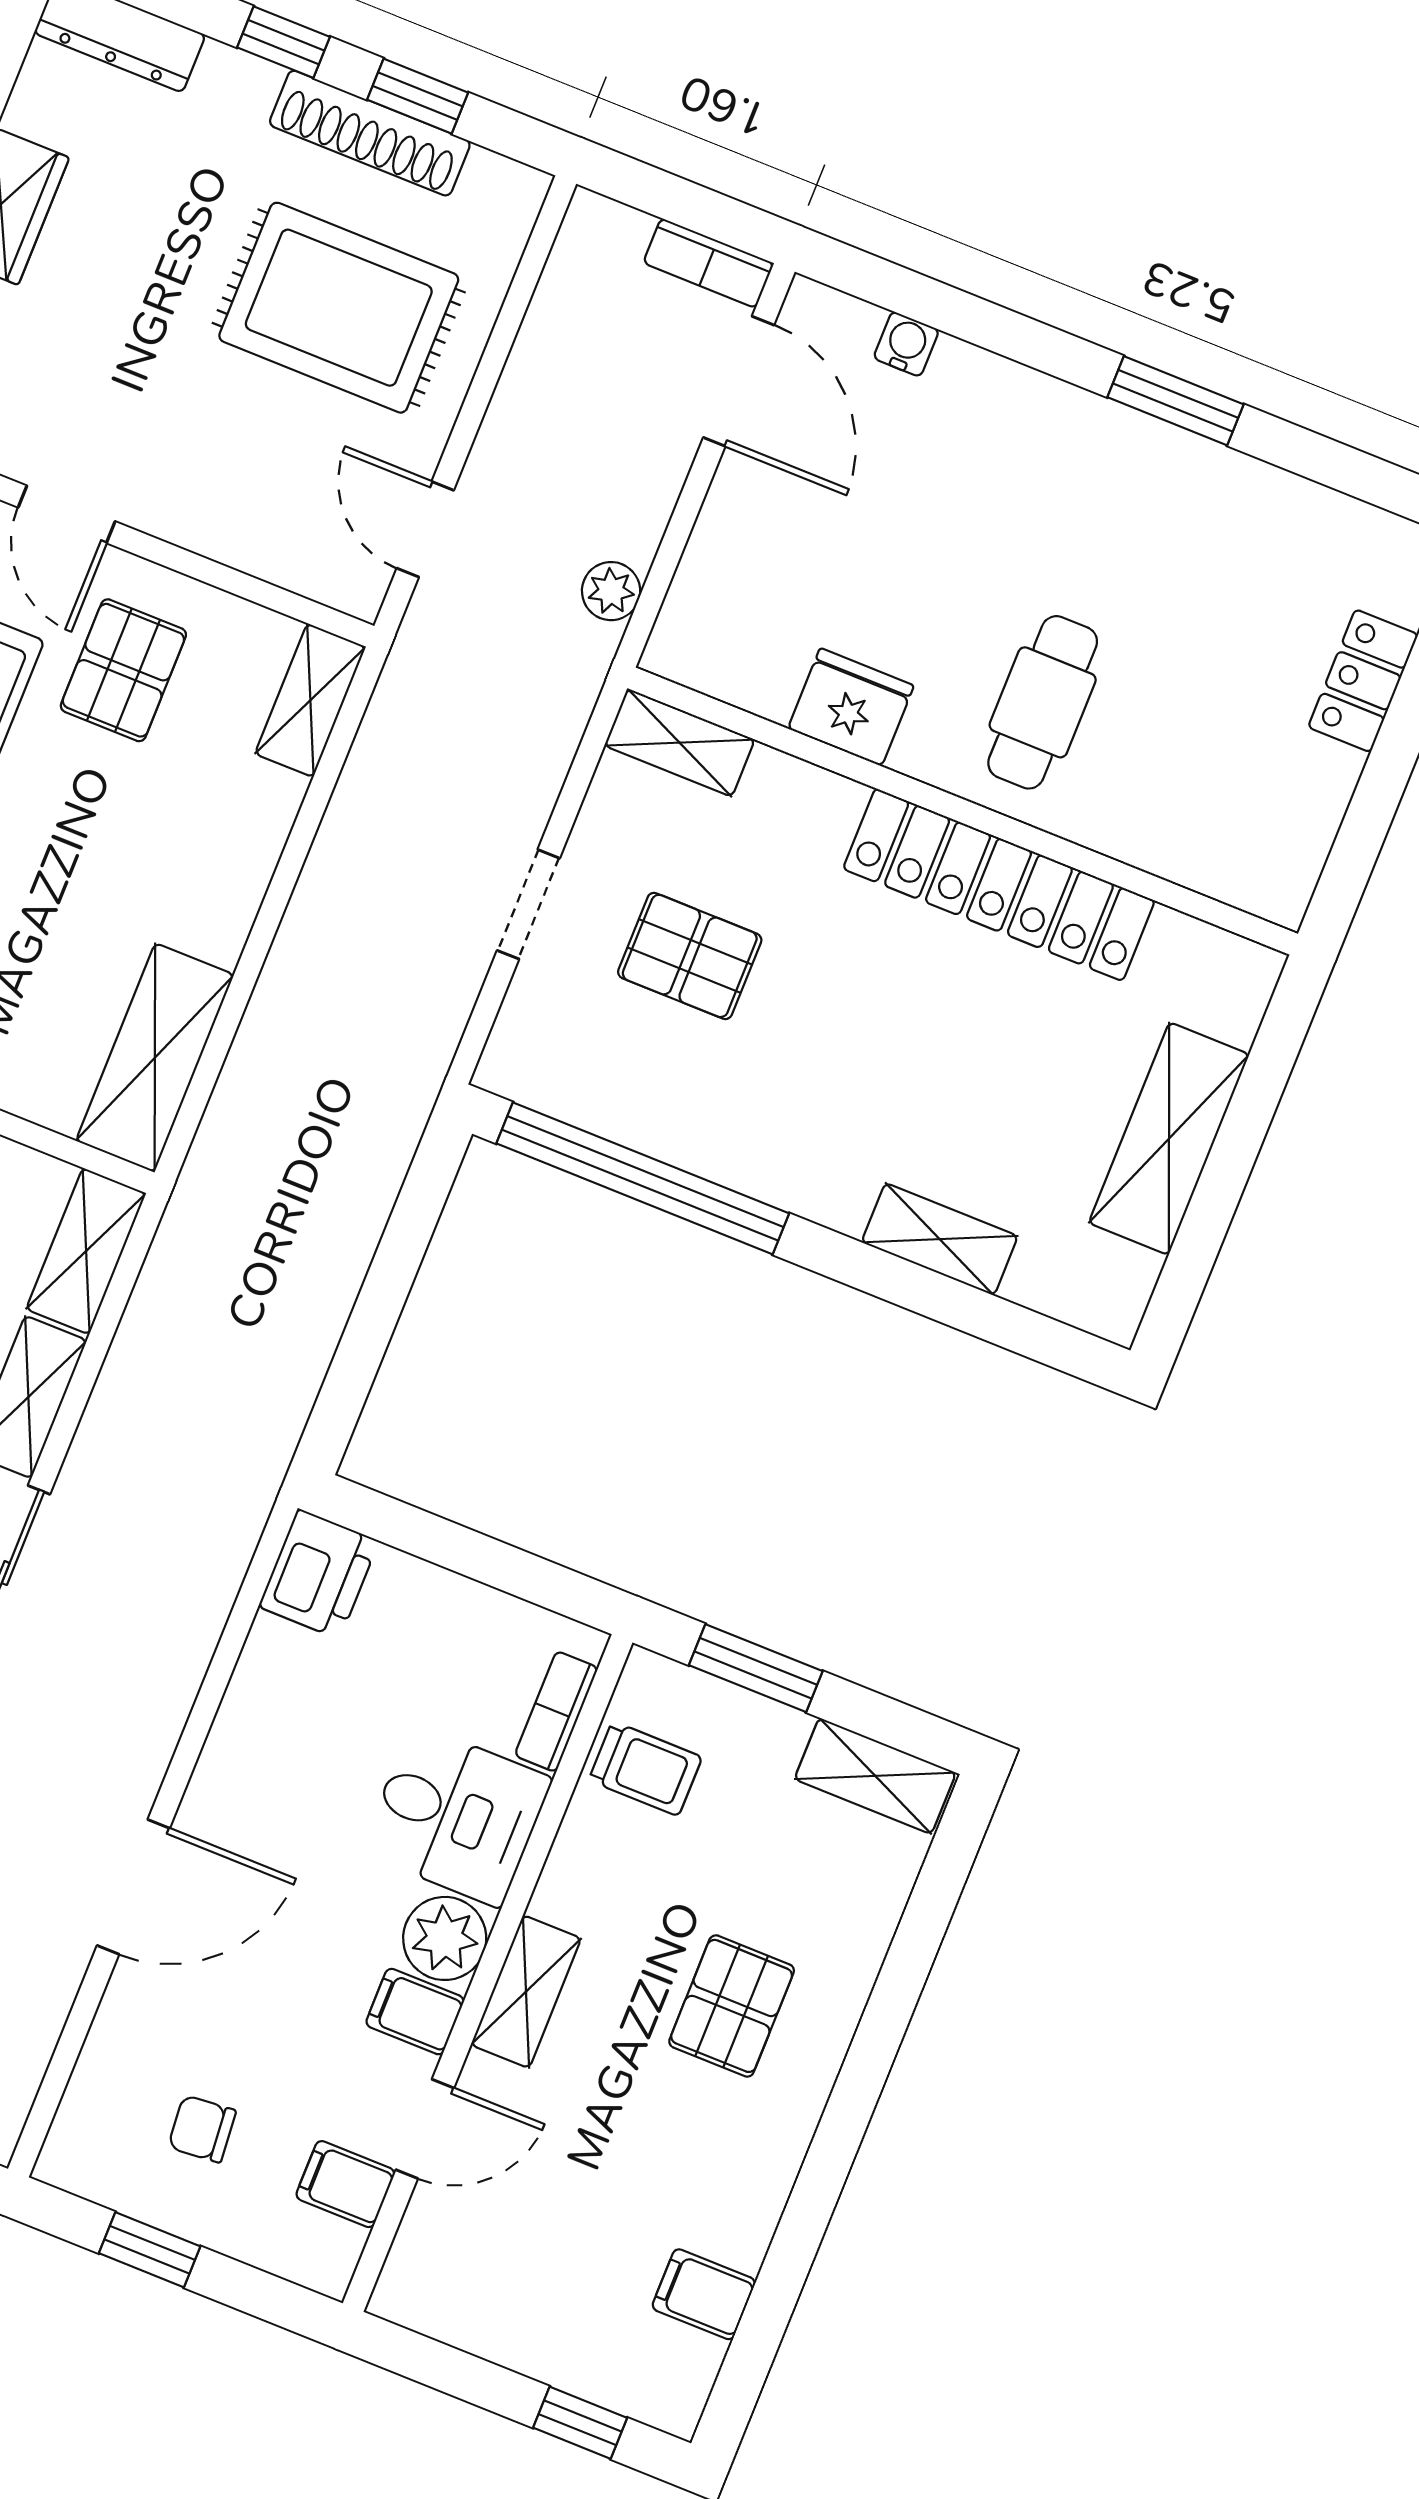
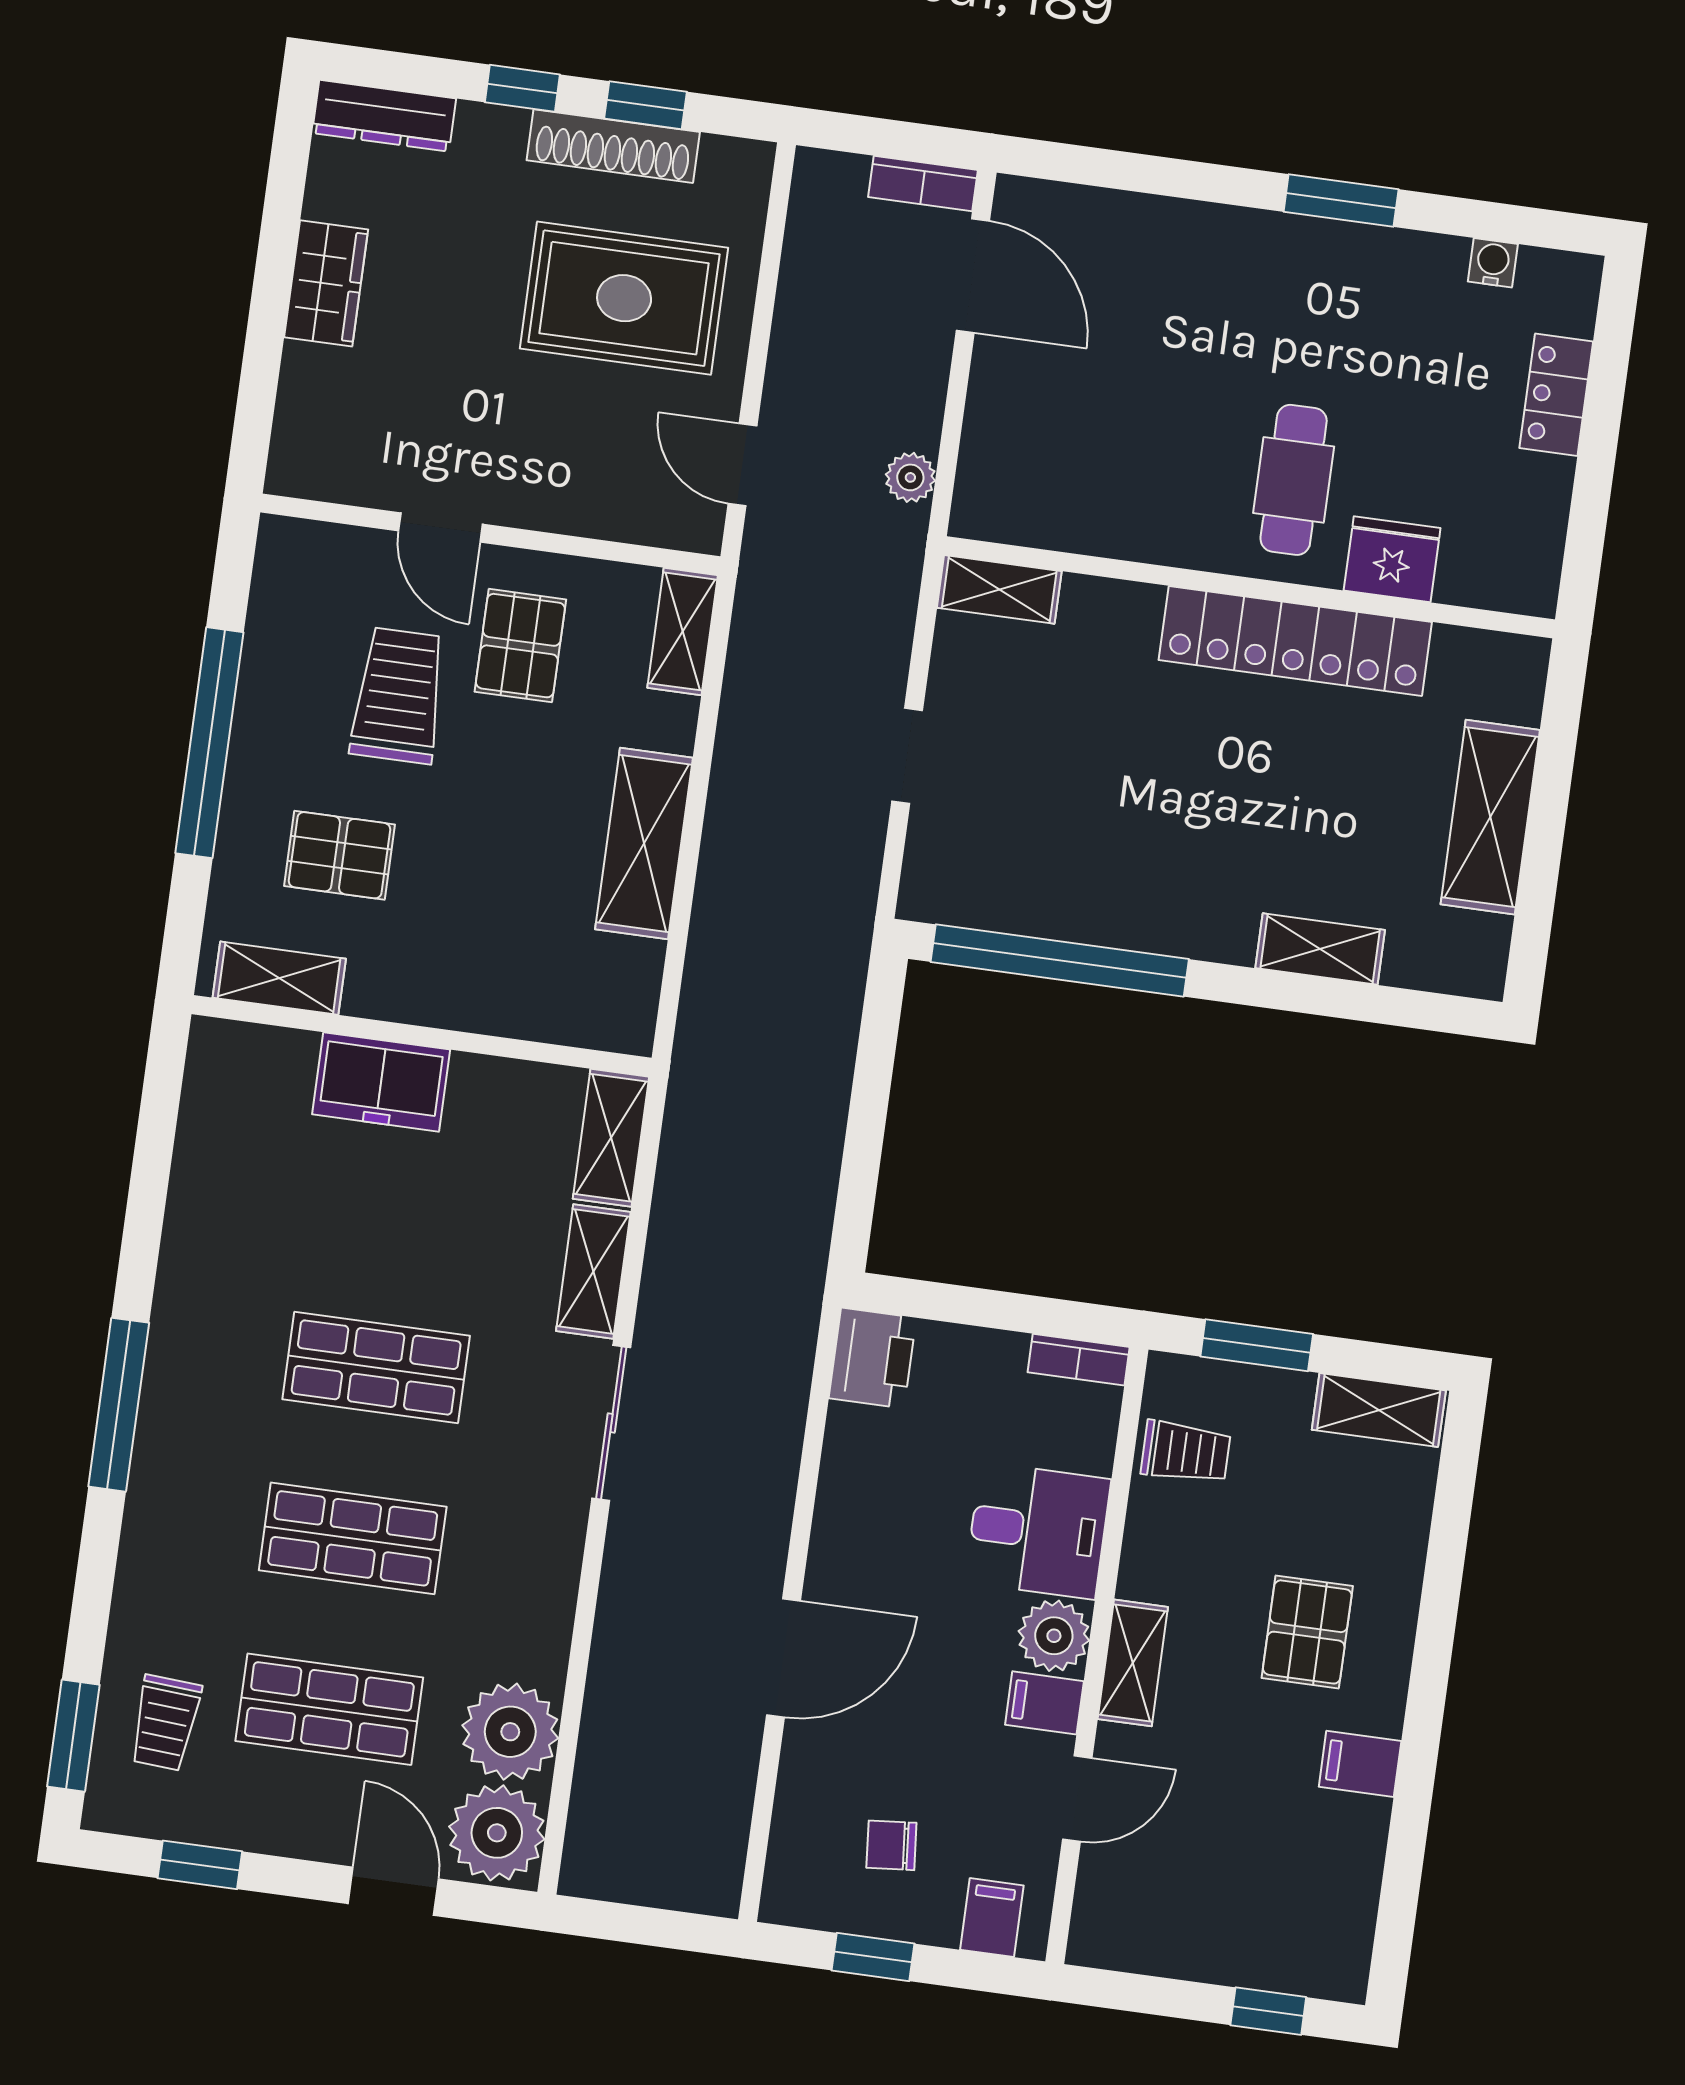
water cooler: (906, 344) -> (1493, 263), moved
fridge: (851, 707) -> (1392, 559), moved
pallet: (690, 956) -> (1052, 765), removed
shelving: (155, 1058) -> (644, 843), moved
bookcase: (556, 1712) -> (1079, 1360), moved, turned -90
filing cabinet: (345, 2184) -> (992, 1918), moved, turned 90
filing cabinet: (704, 2294) -> (1360, 1764), moved

